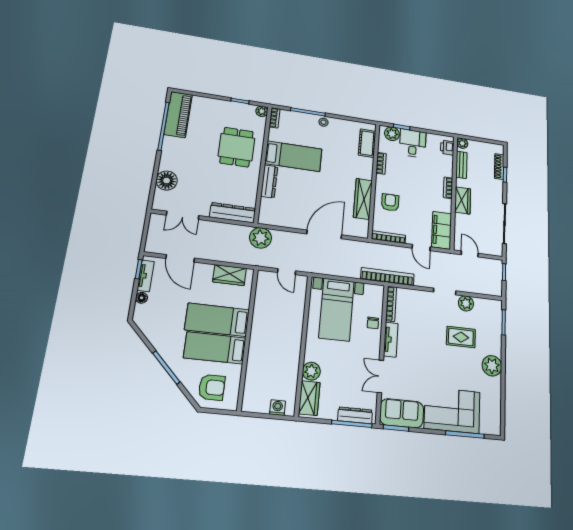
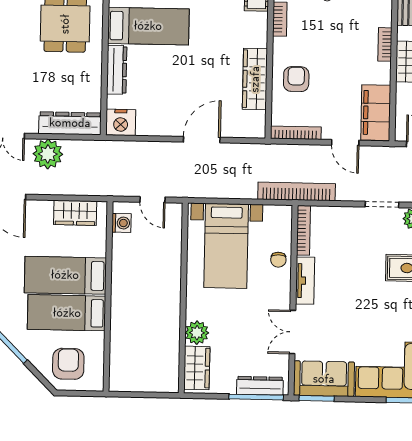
nightstand: (269, 216) -> (121, 122), added
door: (324, 234) -> (202, 140), width x0.73
plant: (261, 238) -> (48, 154), moved
armchair: (212, 387) -> (68, 364), turned -90
washing machine: (278, 408) -> (121, 223), moved, turned 90

